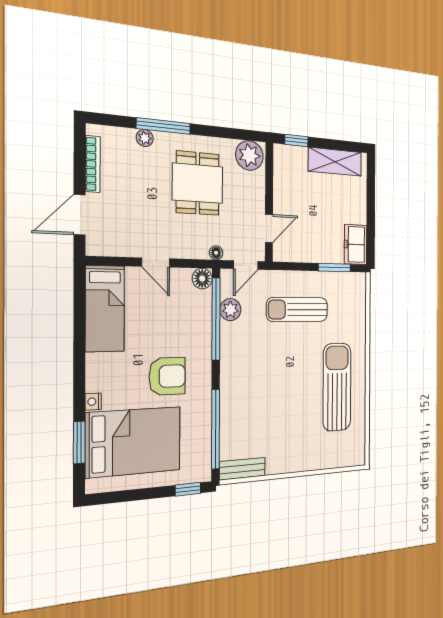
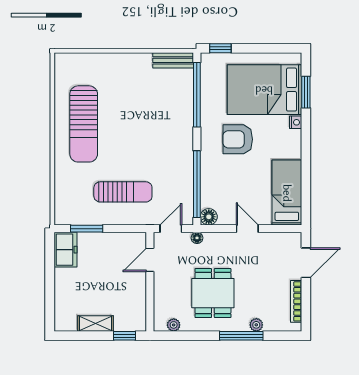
plant: (249, 155) -> (174, 325), width x0.53, depth x0.53
shelving: (335, 162) -> (95, 324), width x0.67, depth x0.75
plant: (230, 310) -> (184, 192), removed

